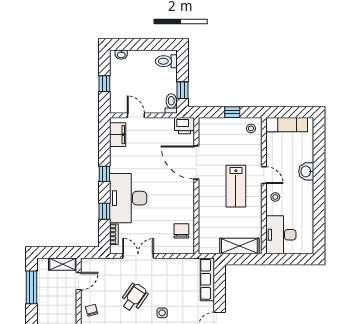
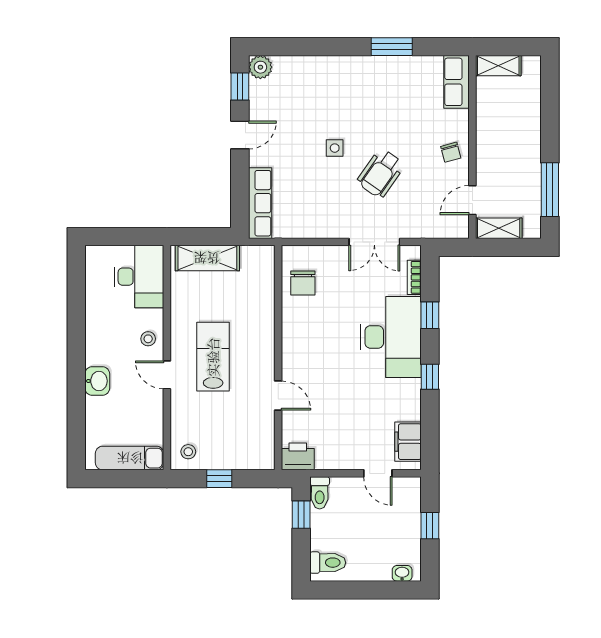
door: (196, 163) -> (278, 396), width x0.53

